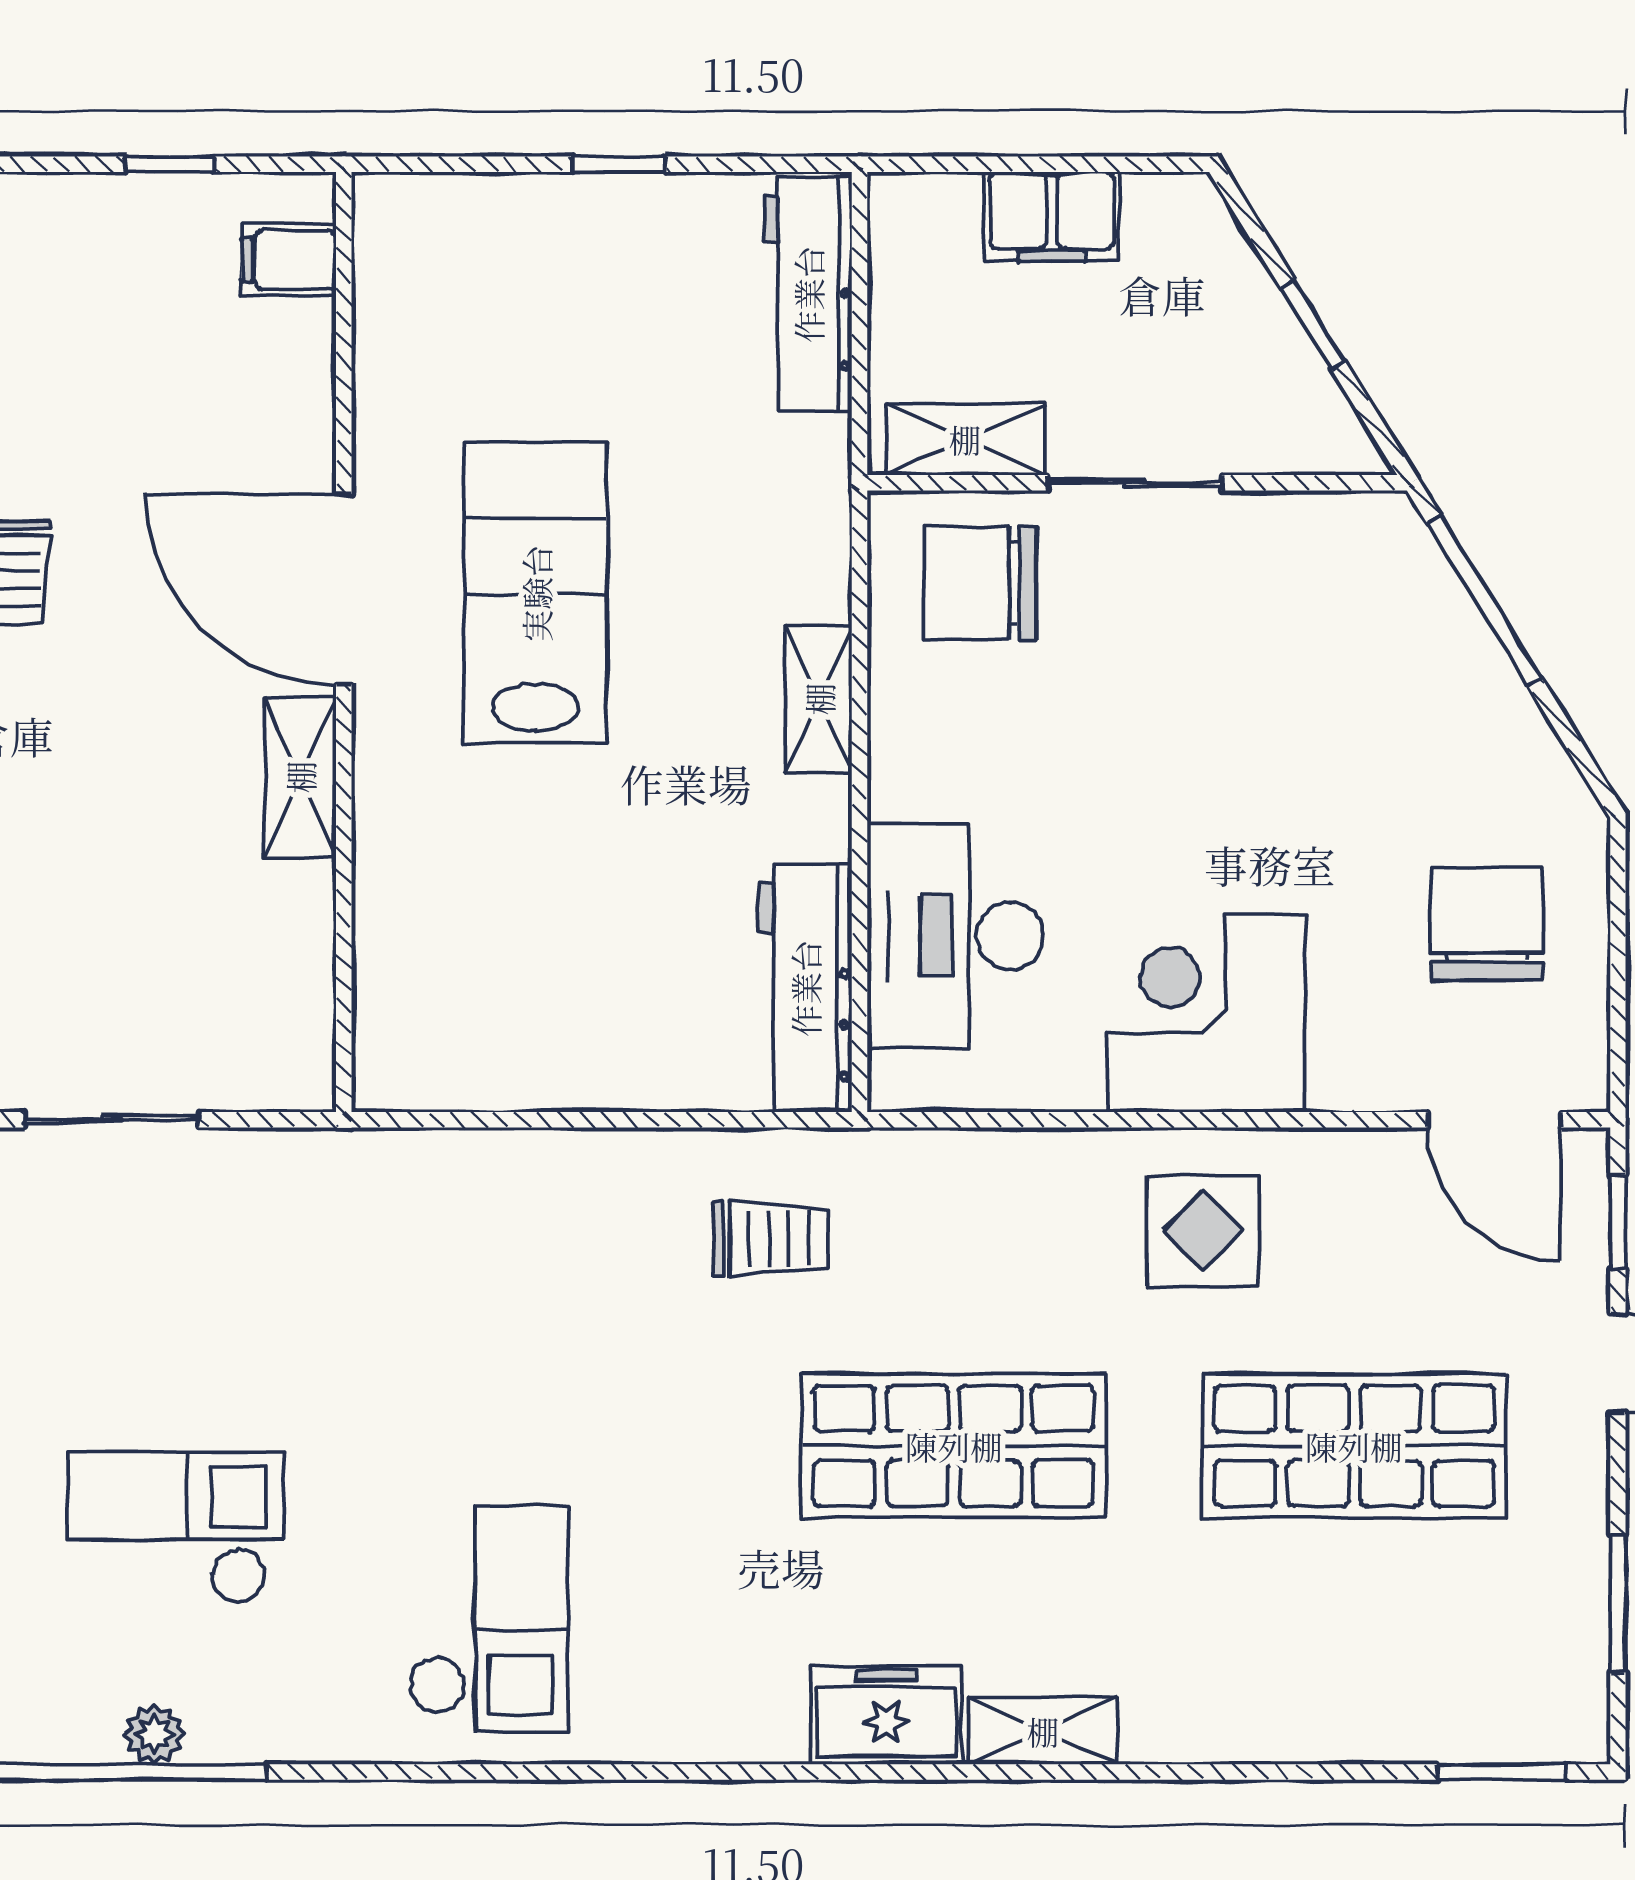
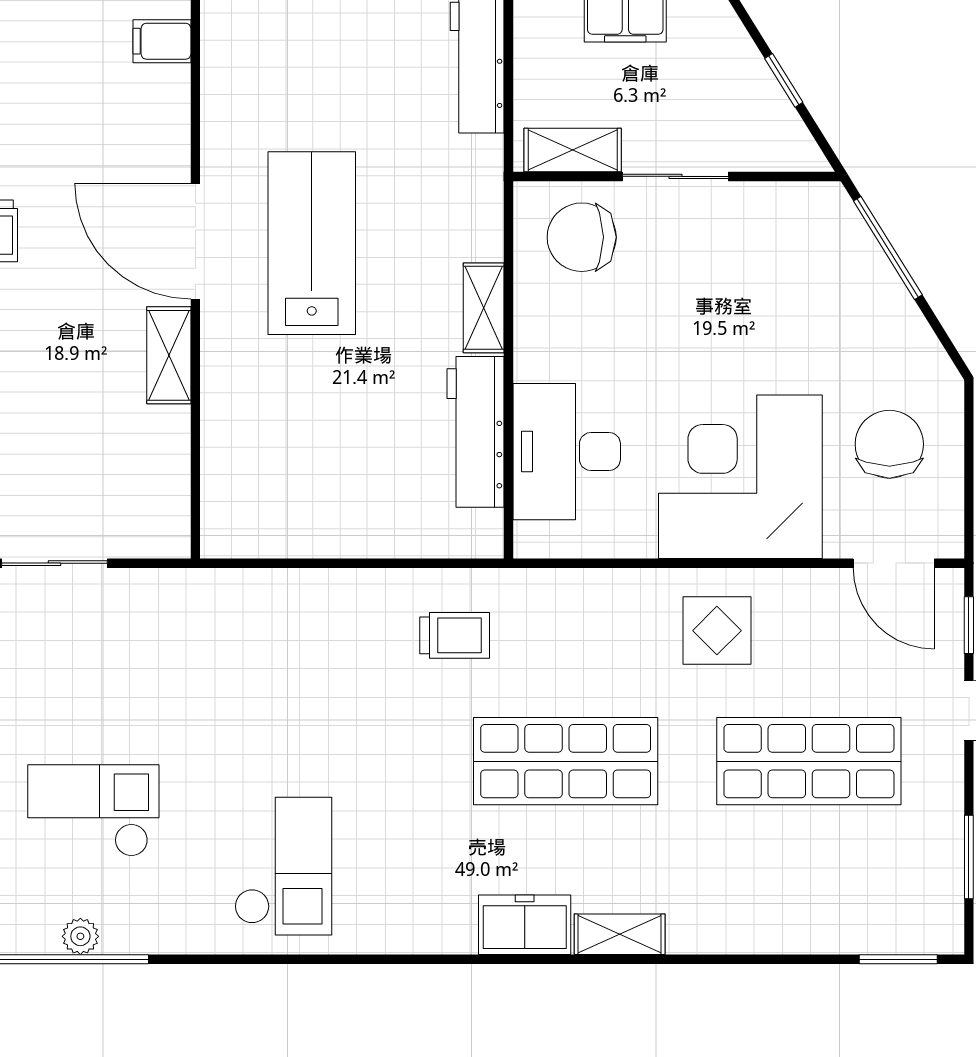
workbench: (805, 988) -> (475, 432), moved
corner desk: (1206, 1013) -> (740, 477), width x1.36, depth x1.36

